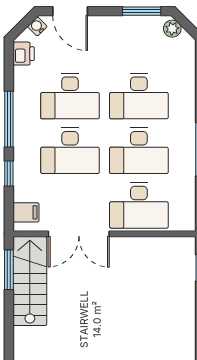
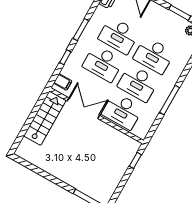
window: (9, 119) -> (81, 30), width x0.69
double door: (79, 234) -> (83, 108), swing flipped
window: (9, 270) -> (37, 106), removed

